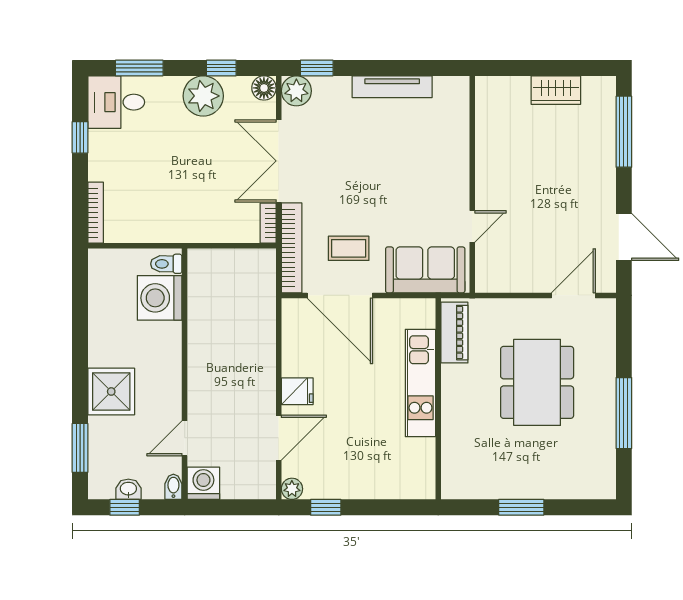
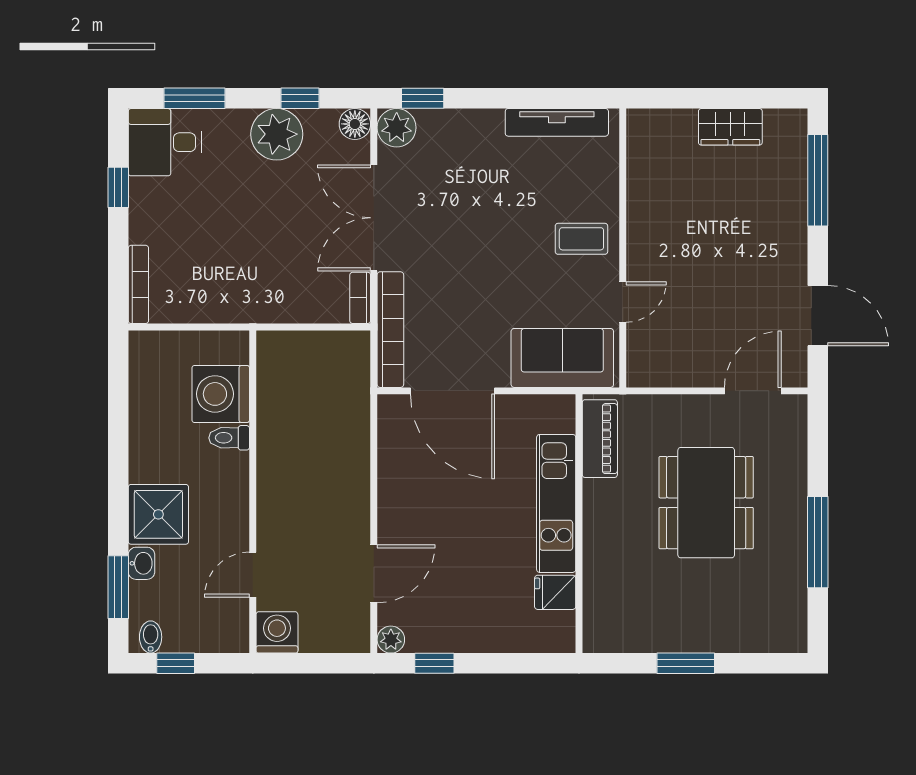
tv unit: (392, 87) -> (557, 122), moved
coffee table: (349, 248) -> (581, 239), moved
toilet: (166, 264) -> (229, 438), moved
fridge: (297, 391) -> (555, 592), moved, turned 180
bidet: (173, 487) -> (151, 637), moved
washbasin: (128, 489) -> (141, 563), moved, turned 90

